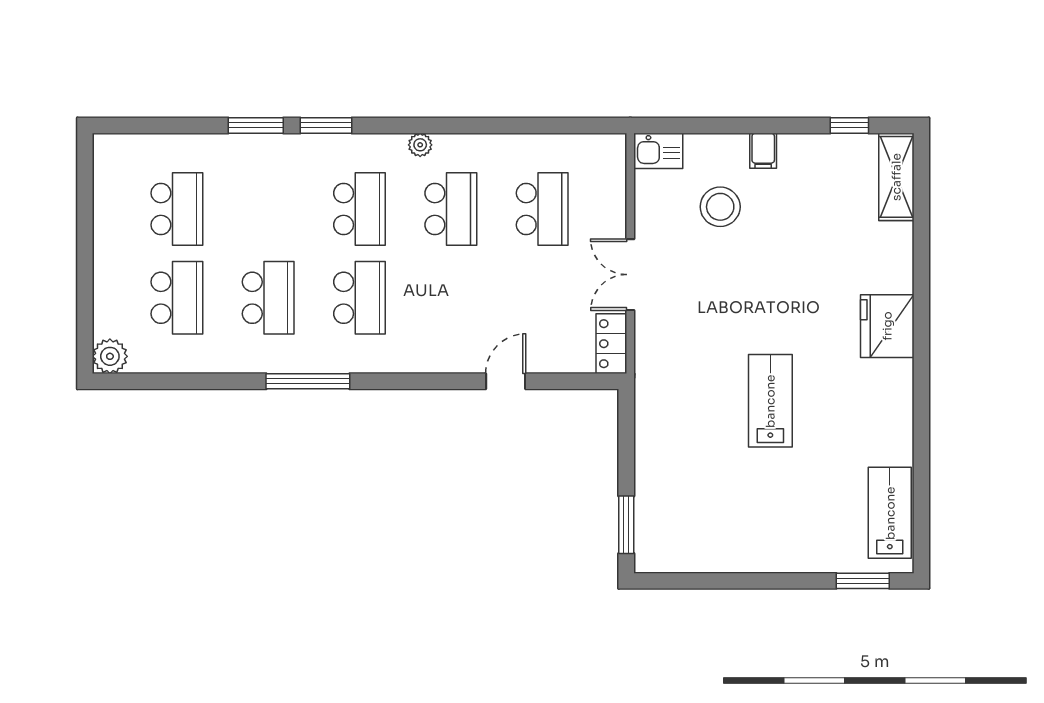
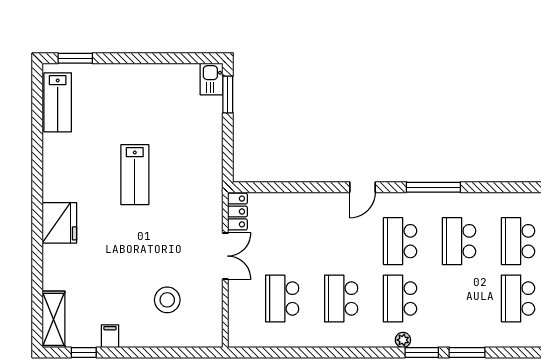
plant: (420, 145) -> (403, 340), moved
kitchen sink: (658, 151) -> (212, 79), moved, turned -90
filing cabinet: (763, 151) -> (110, 336), moved
door: (506, 381) -> (362, 187), moved

